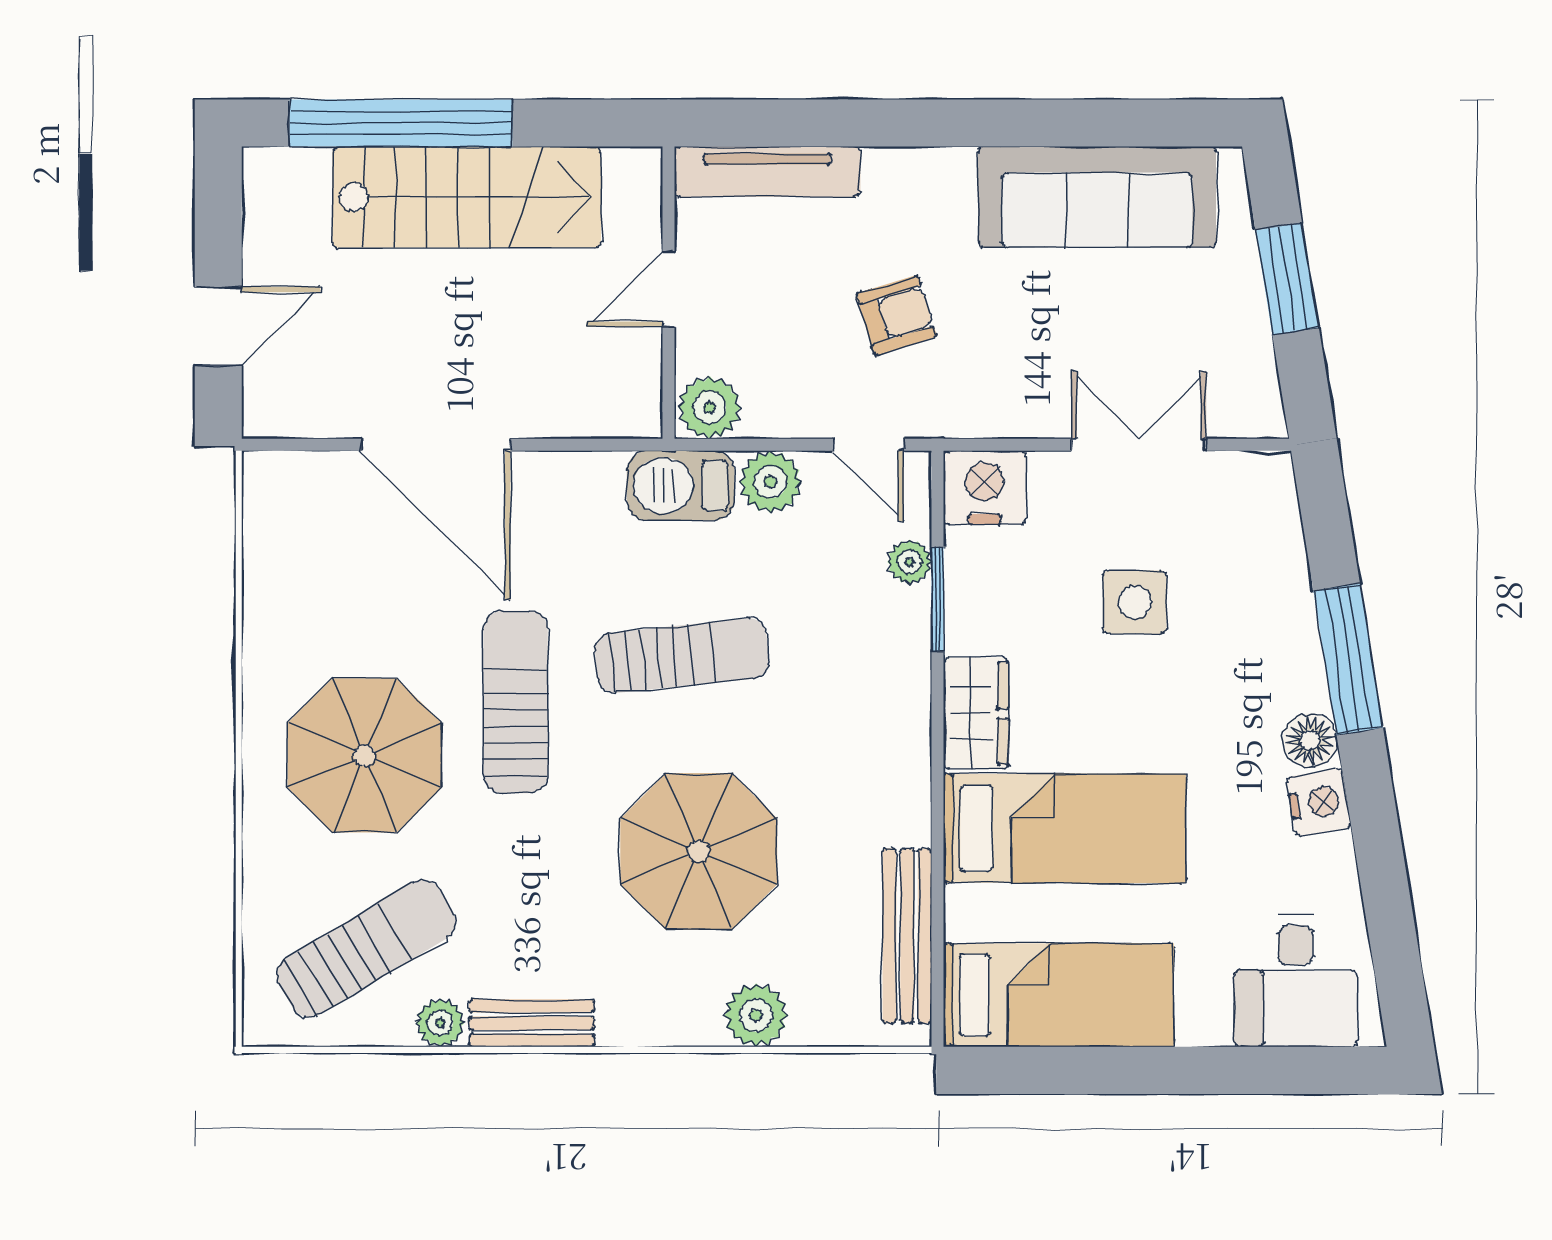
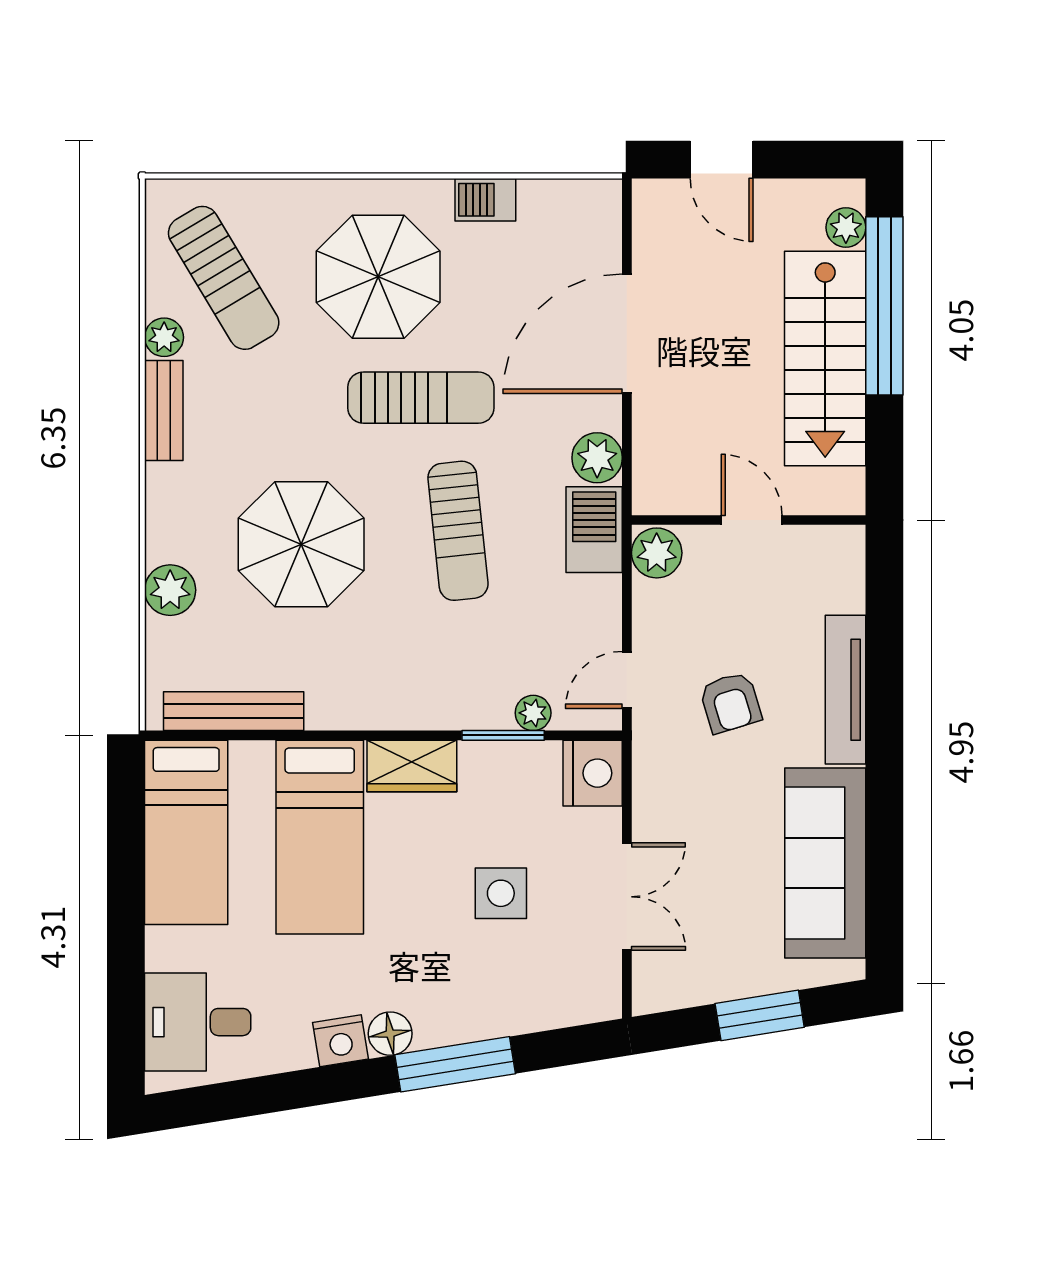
plant: (303, 171) -> (846, 227), added
tv unit: (767, 172) -> (846, 690), moved
plant: (770, 482) -> (597, 458), moved
barbecue: (268, 621) -> (485, 200), added

